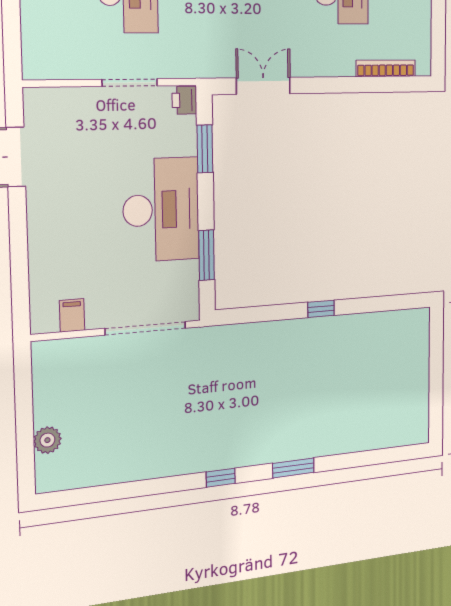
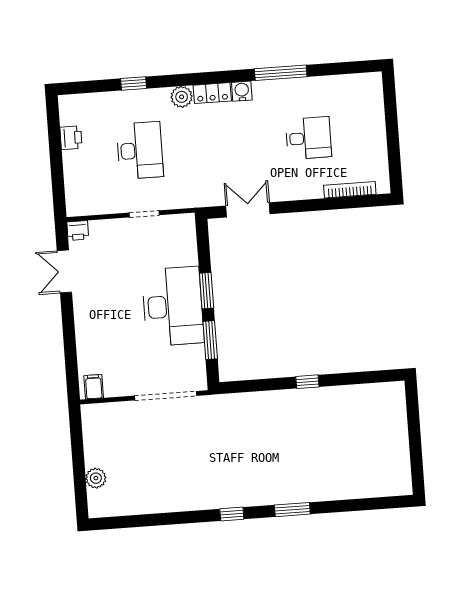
doorway: (130, 83) -> (144, 214), width x0.73
printer: (184, 100) -> (78, 231), moved, turned -90
window: (205, 149) -> (207, 291), moved
filing cabinet: (72, 315) -> (94, 387), moved

